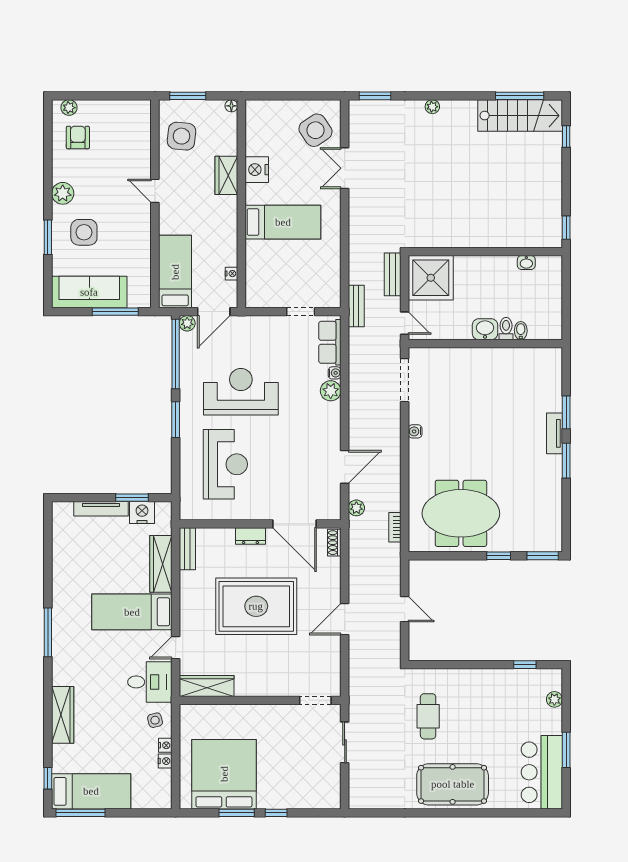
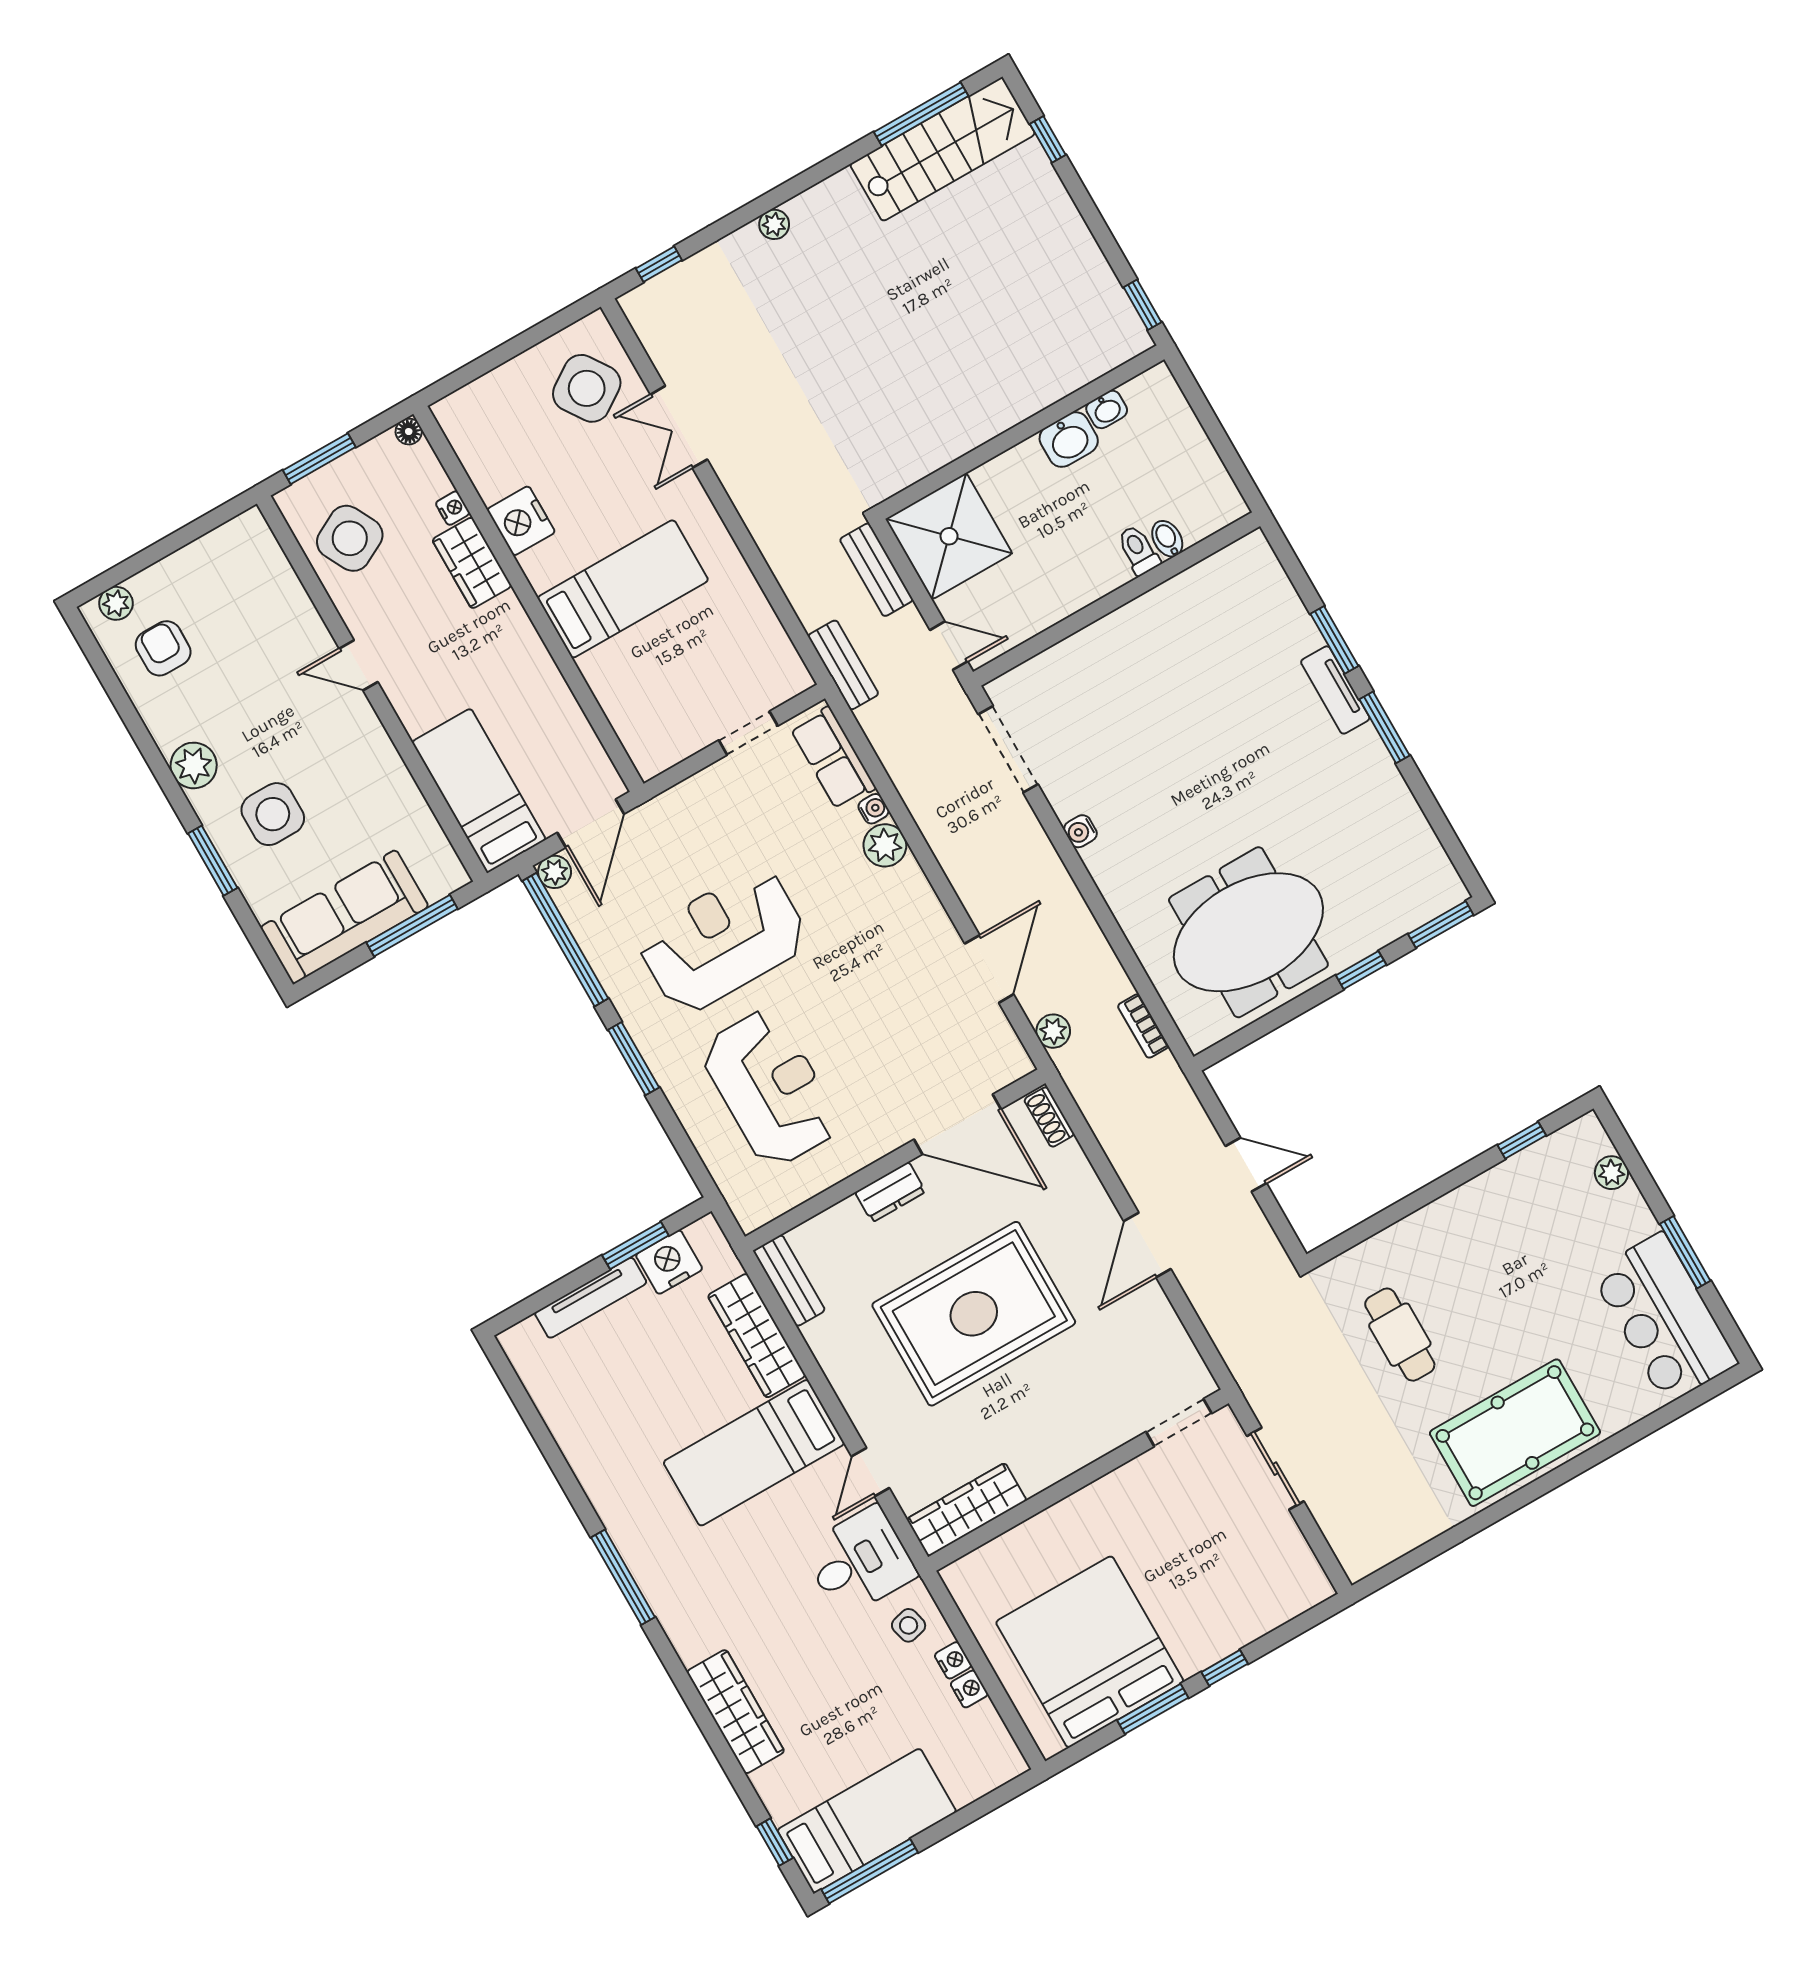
window: (375, 96) -> (659, 264), width x0.67
side table: (182, 136) -> (350, 538), turned -34
nightstand: (231, 274) -> (453, 508), moved
washbasin: (485, 329) -> (1069, 440), moved, turned 180

